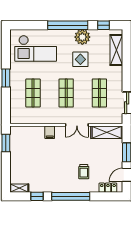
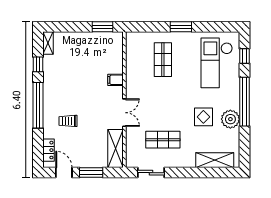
window: (103, 25) -> (245, 56), moved
shop shelf: (33, 93) -> (163, 60), turned 90
shop shelf: (66, 93) -> (163, 100), removed
double door: (77, 125) -> (124, 113), swing flipped

